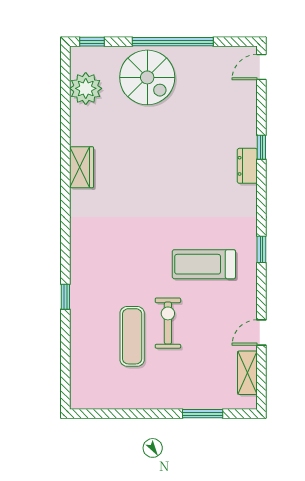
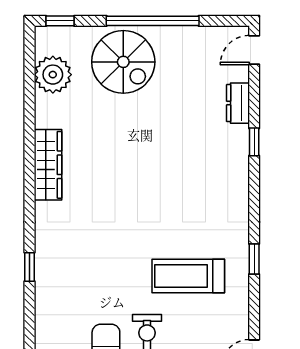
dresser: (247, 166) -> (238, 103), moved
wardrobe: (82, 167) -> (48, 165), width x1.50
window: (65, 297) -> (29, 267), moved

